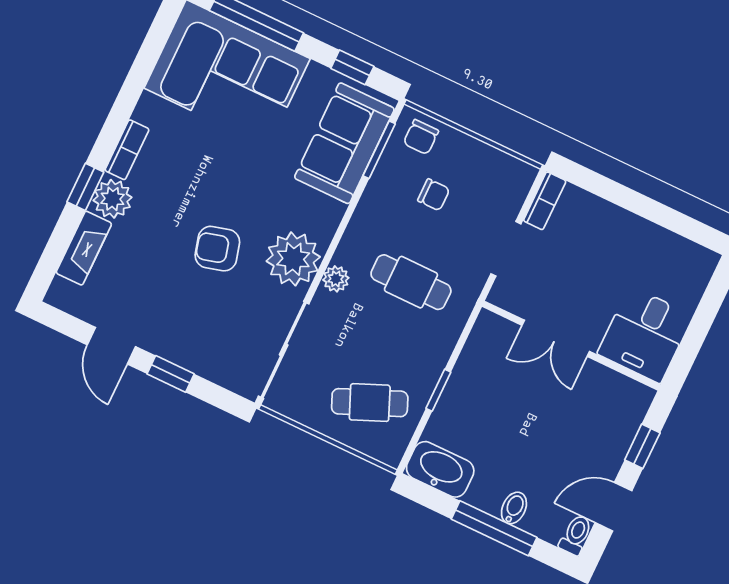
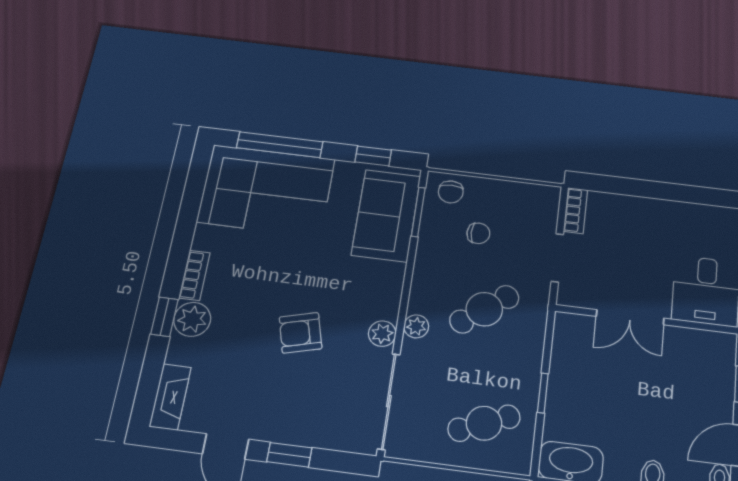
fireplace: (84, 248) -> (170, 397), moved
plant: (293, 259) -> (382, 334), width x0.53, depth x0.53
cafe table: (411, 282) -> (484, 309), turned -38

